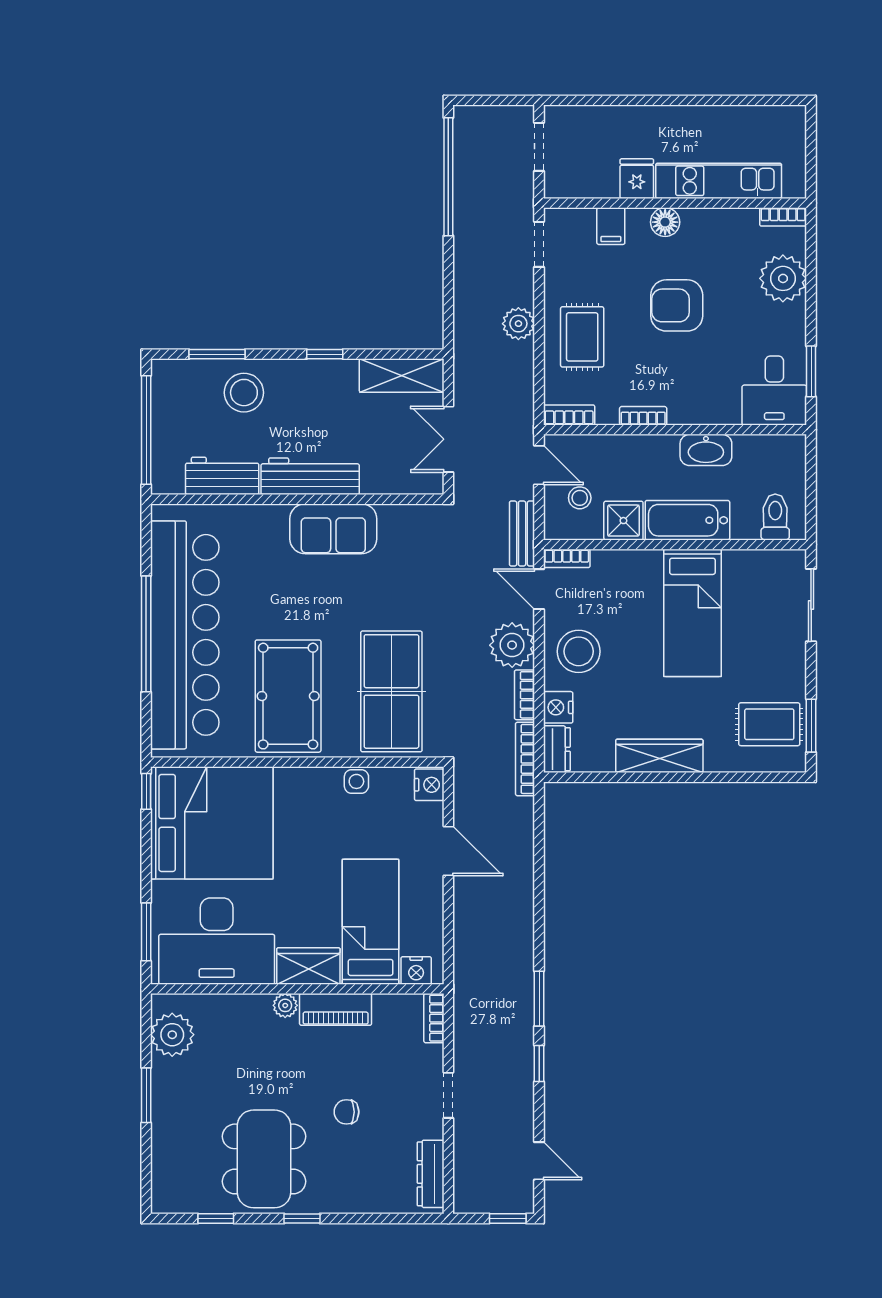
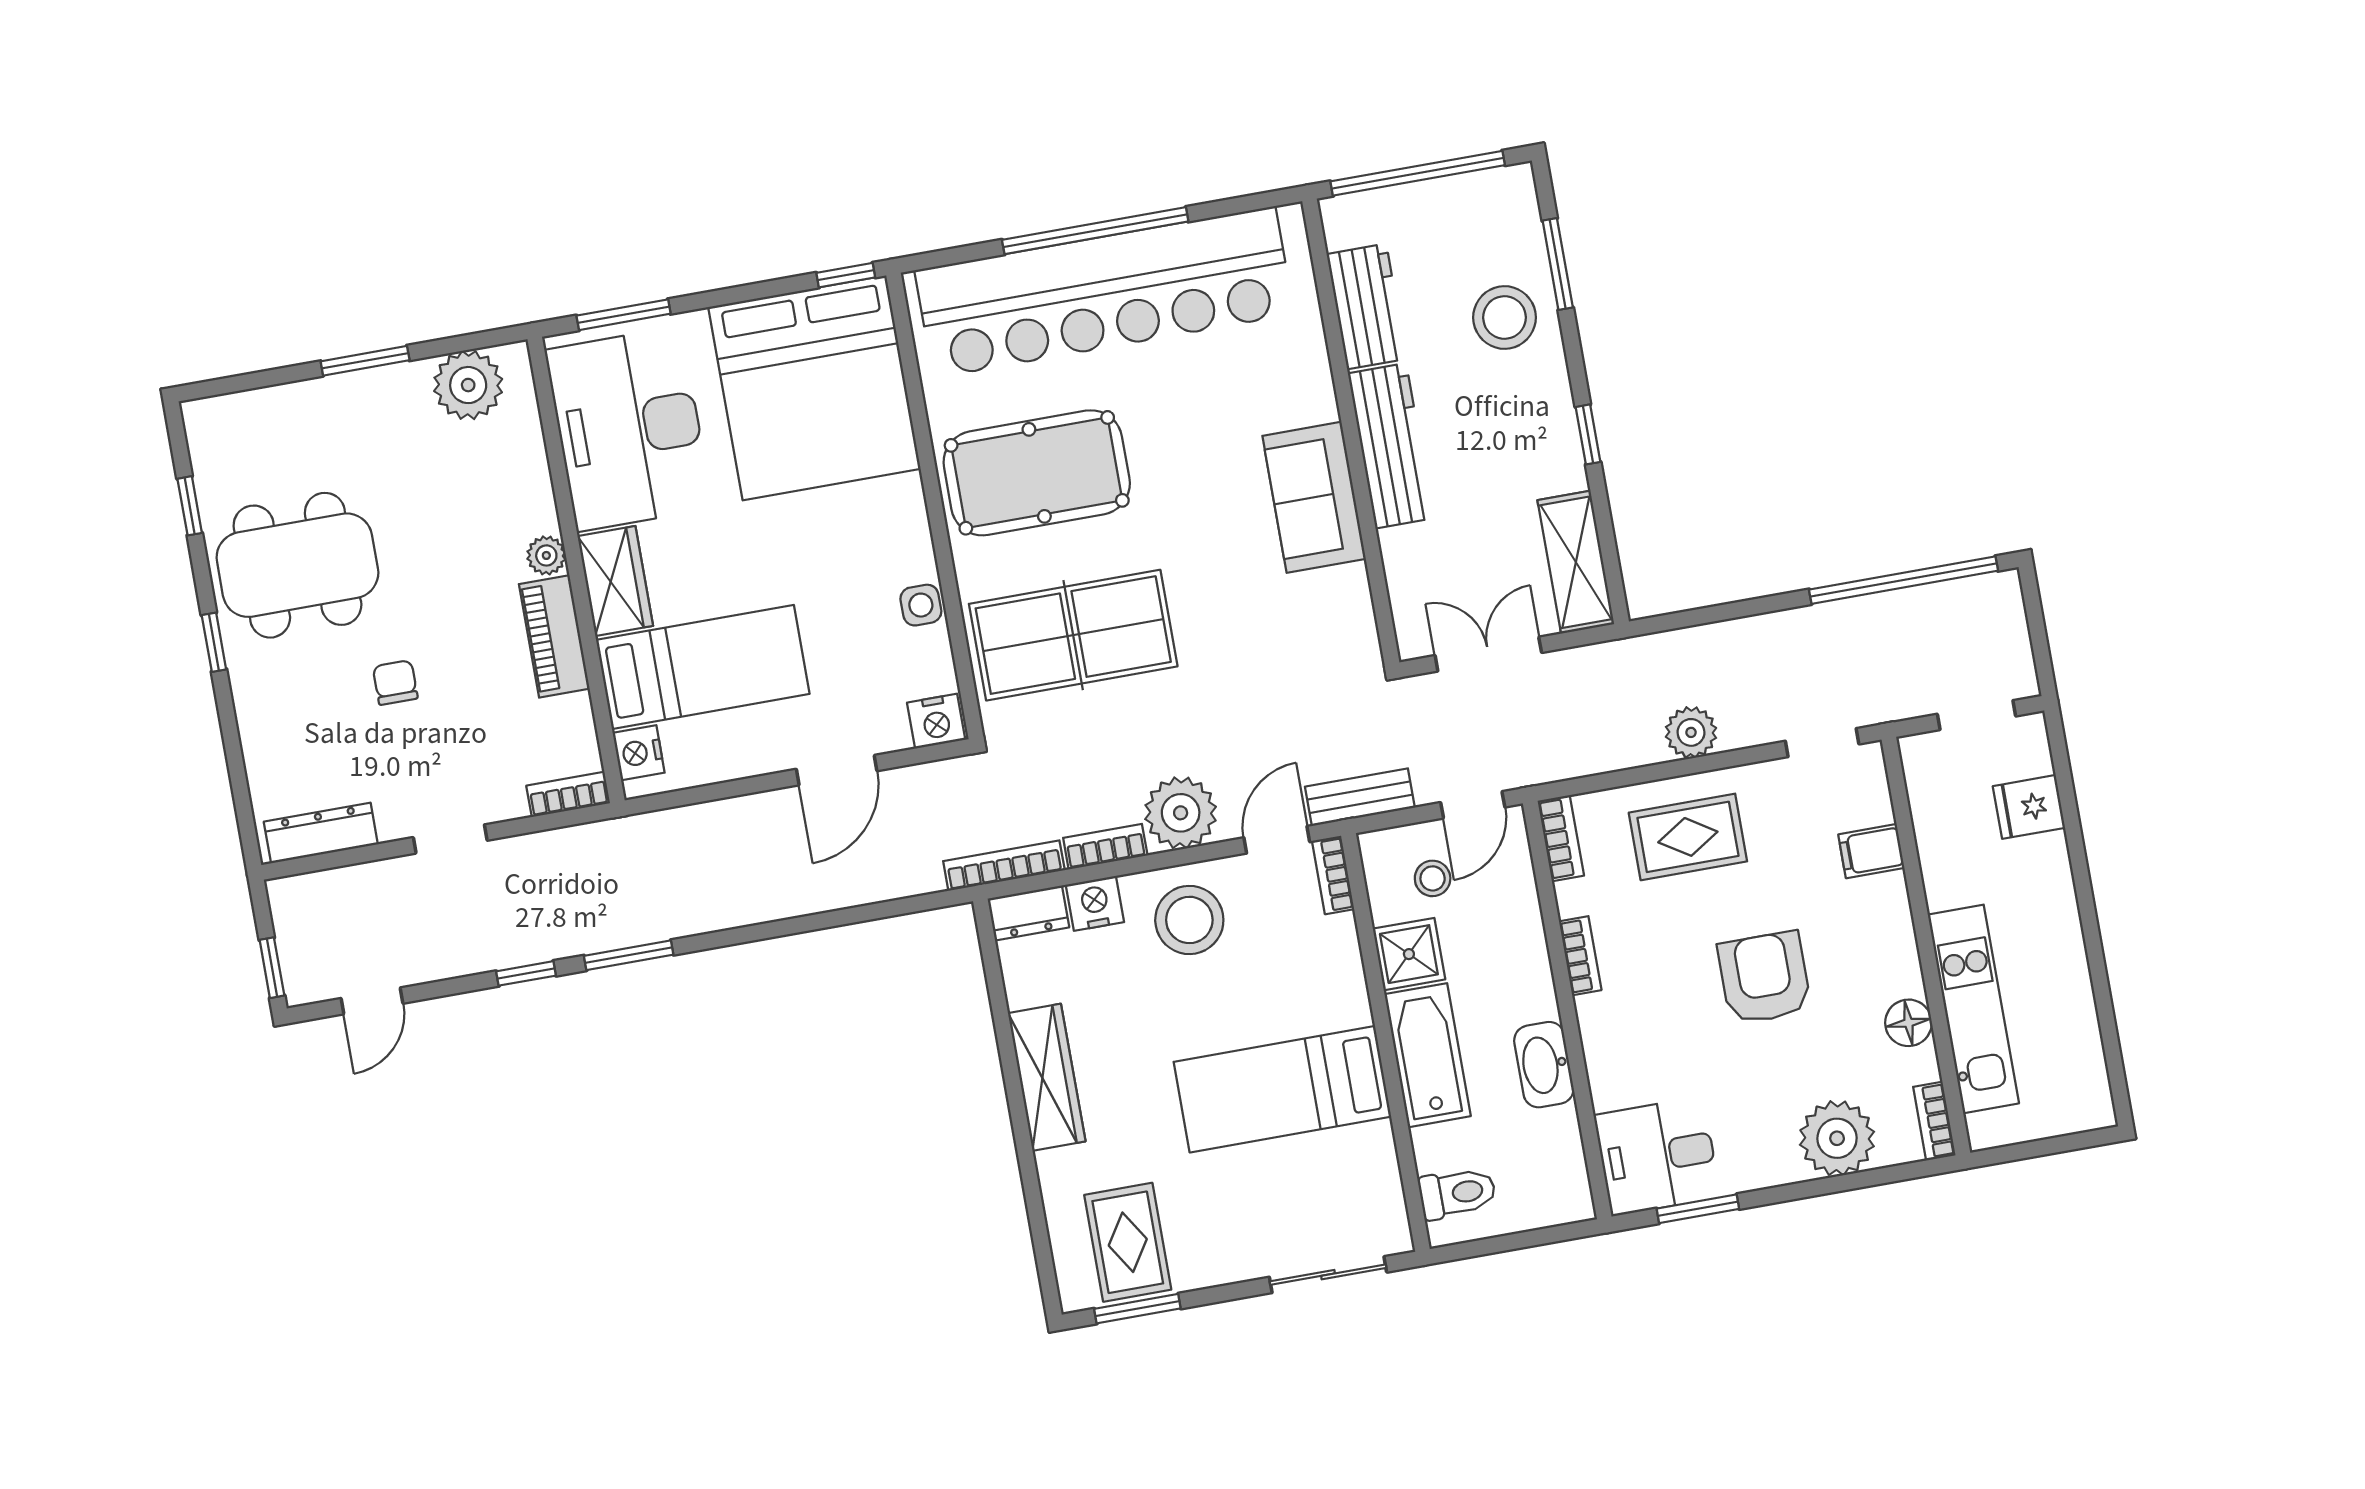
fridge: (637, 179) -> (2029, 807), moved, turned 180
floor lamp: (665, 222) -> (1908, 1023), moved

